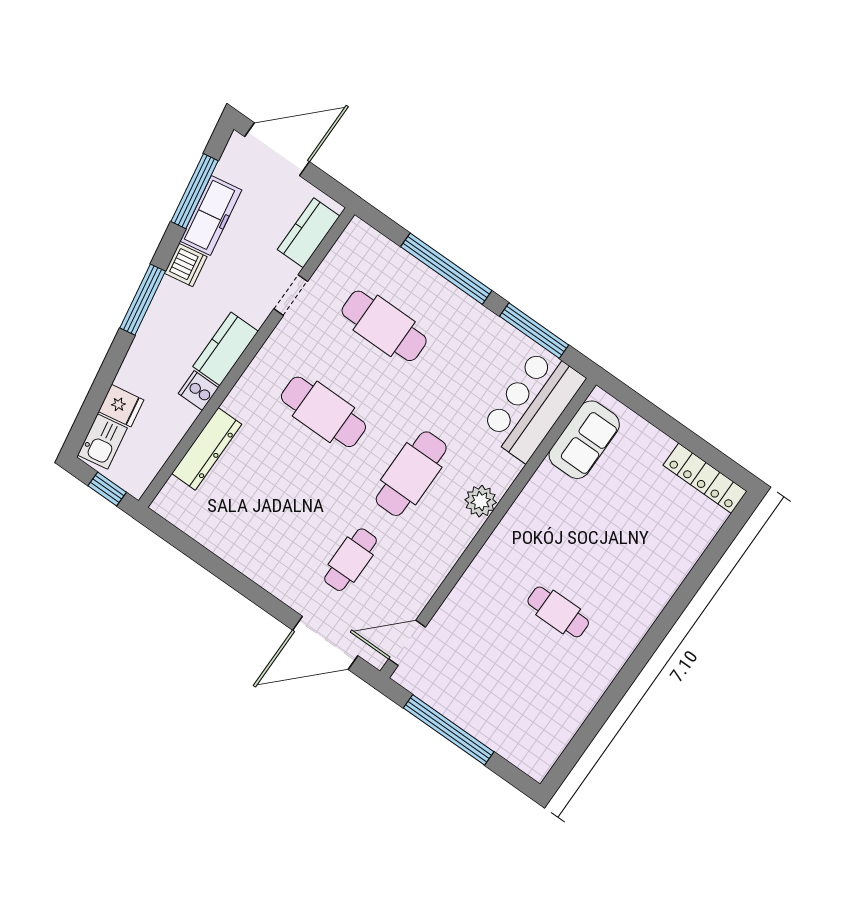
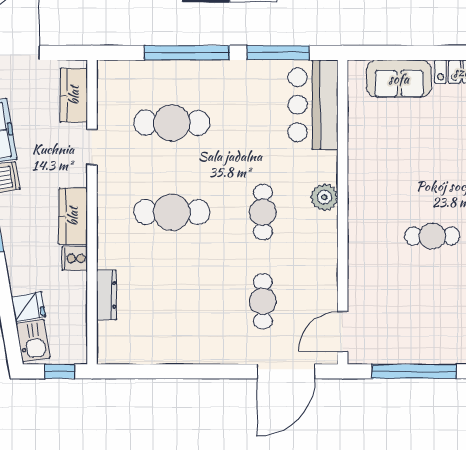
sofa: (584, 440) -> (399, 79), moved, turned 90
dresser: (207, 449) -> (106, 295), width x0.73, depth x0.80
cafe table: (411, 474) -> (263, 212), width x0.73, depth x0.74

